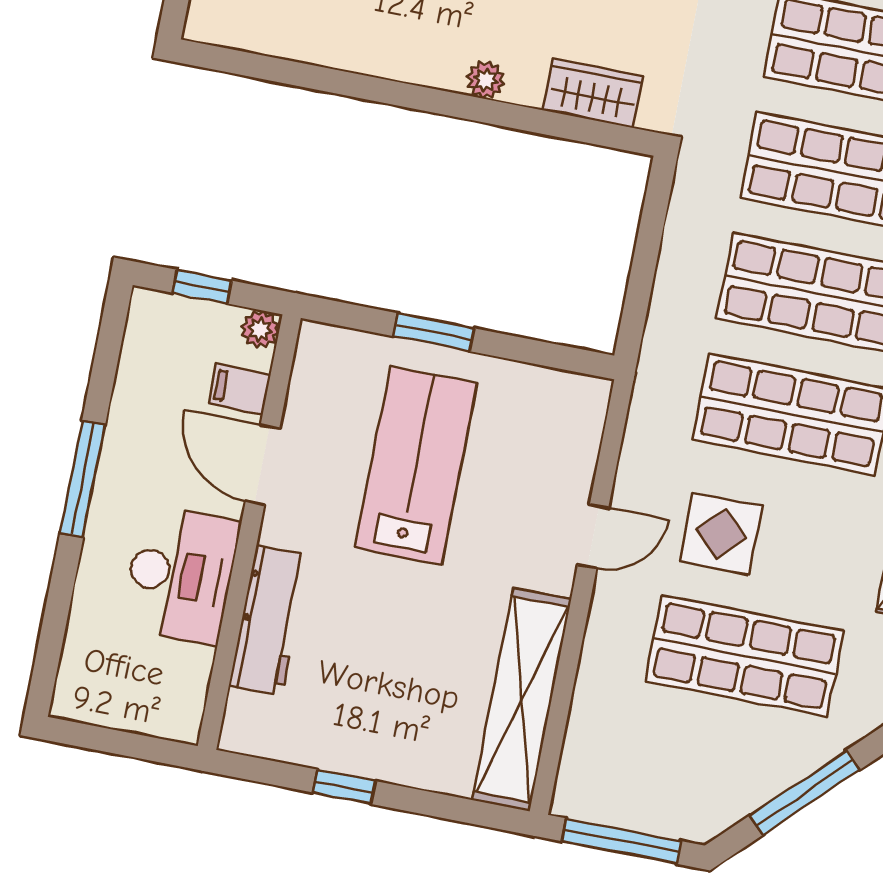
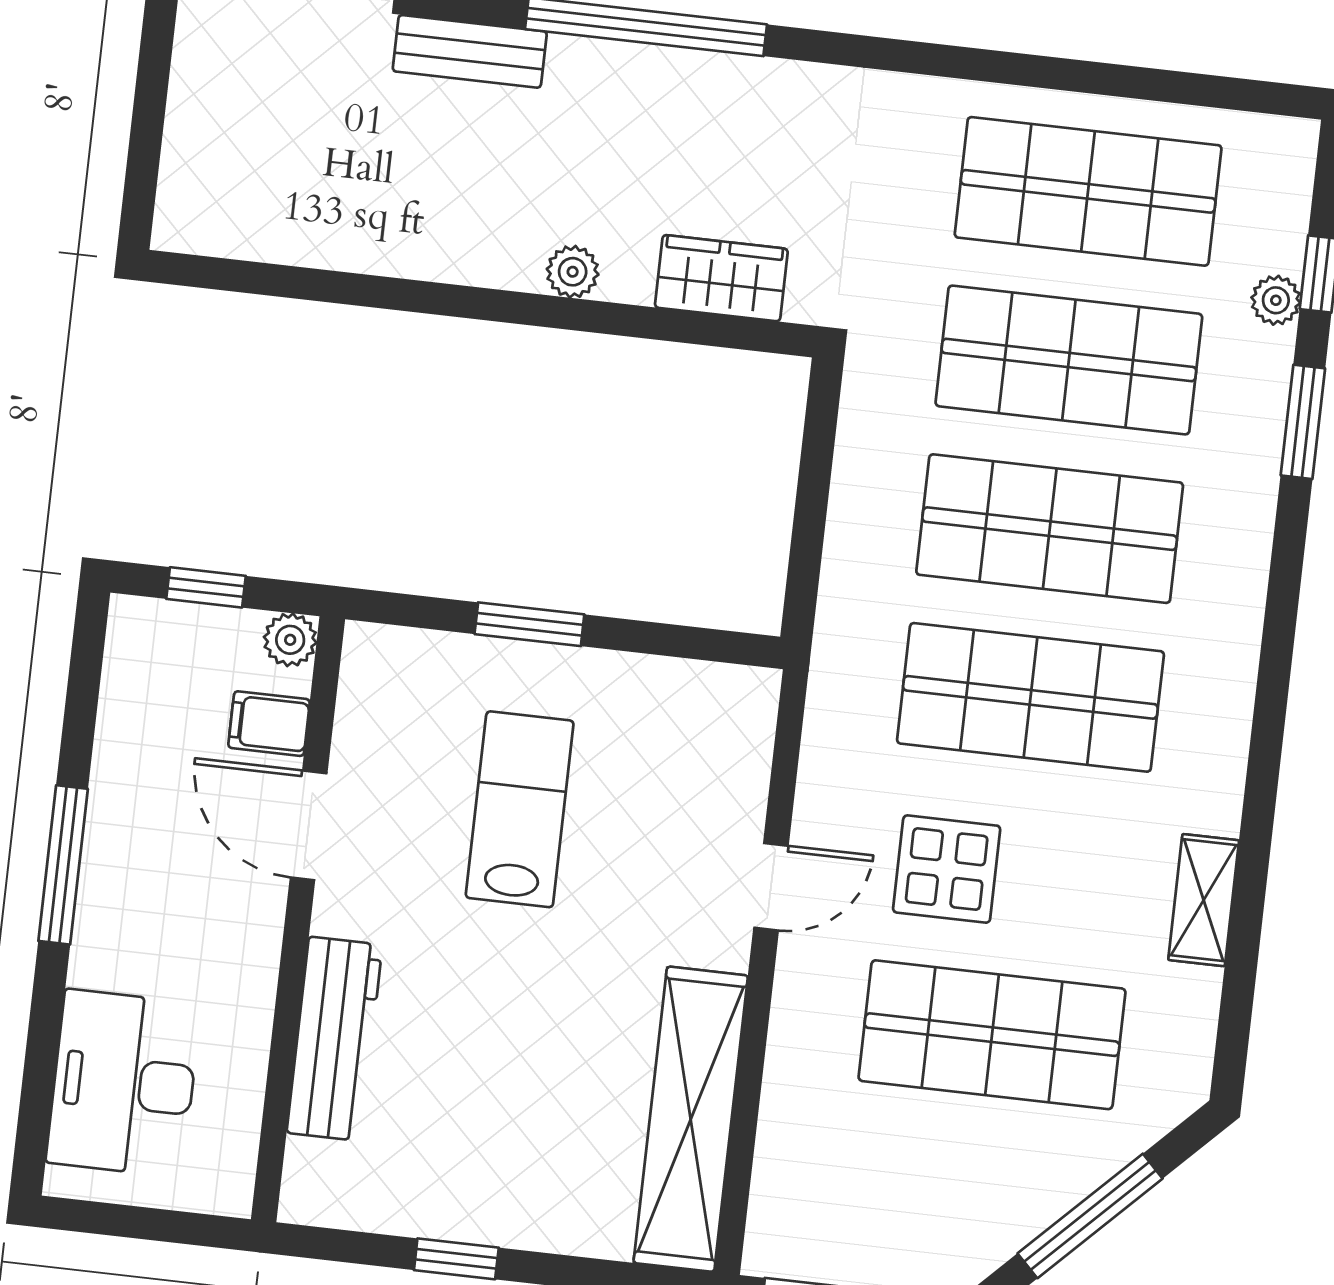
lab bench: (416, 465) -> (520, 809), width x0.73, depth x0.72
desk: (180, 575) -> (124, 1083), moved, turned 180

